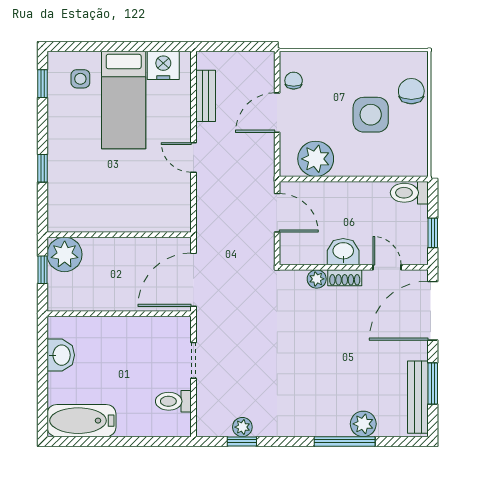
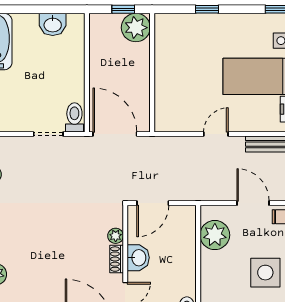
side table: (371, 115) -> (265, 273), moved
door: (277, 213) -> (153, 203), moved
toilet: (173, 401) -> (74, 117), moved

